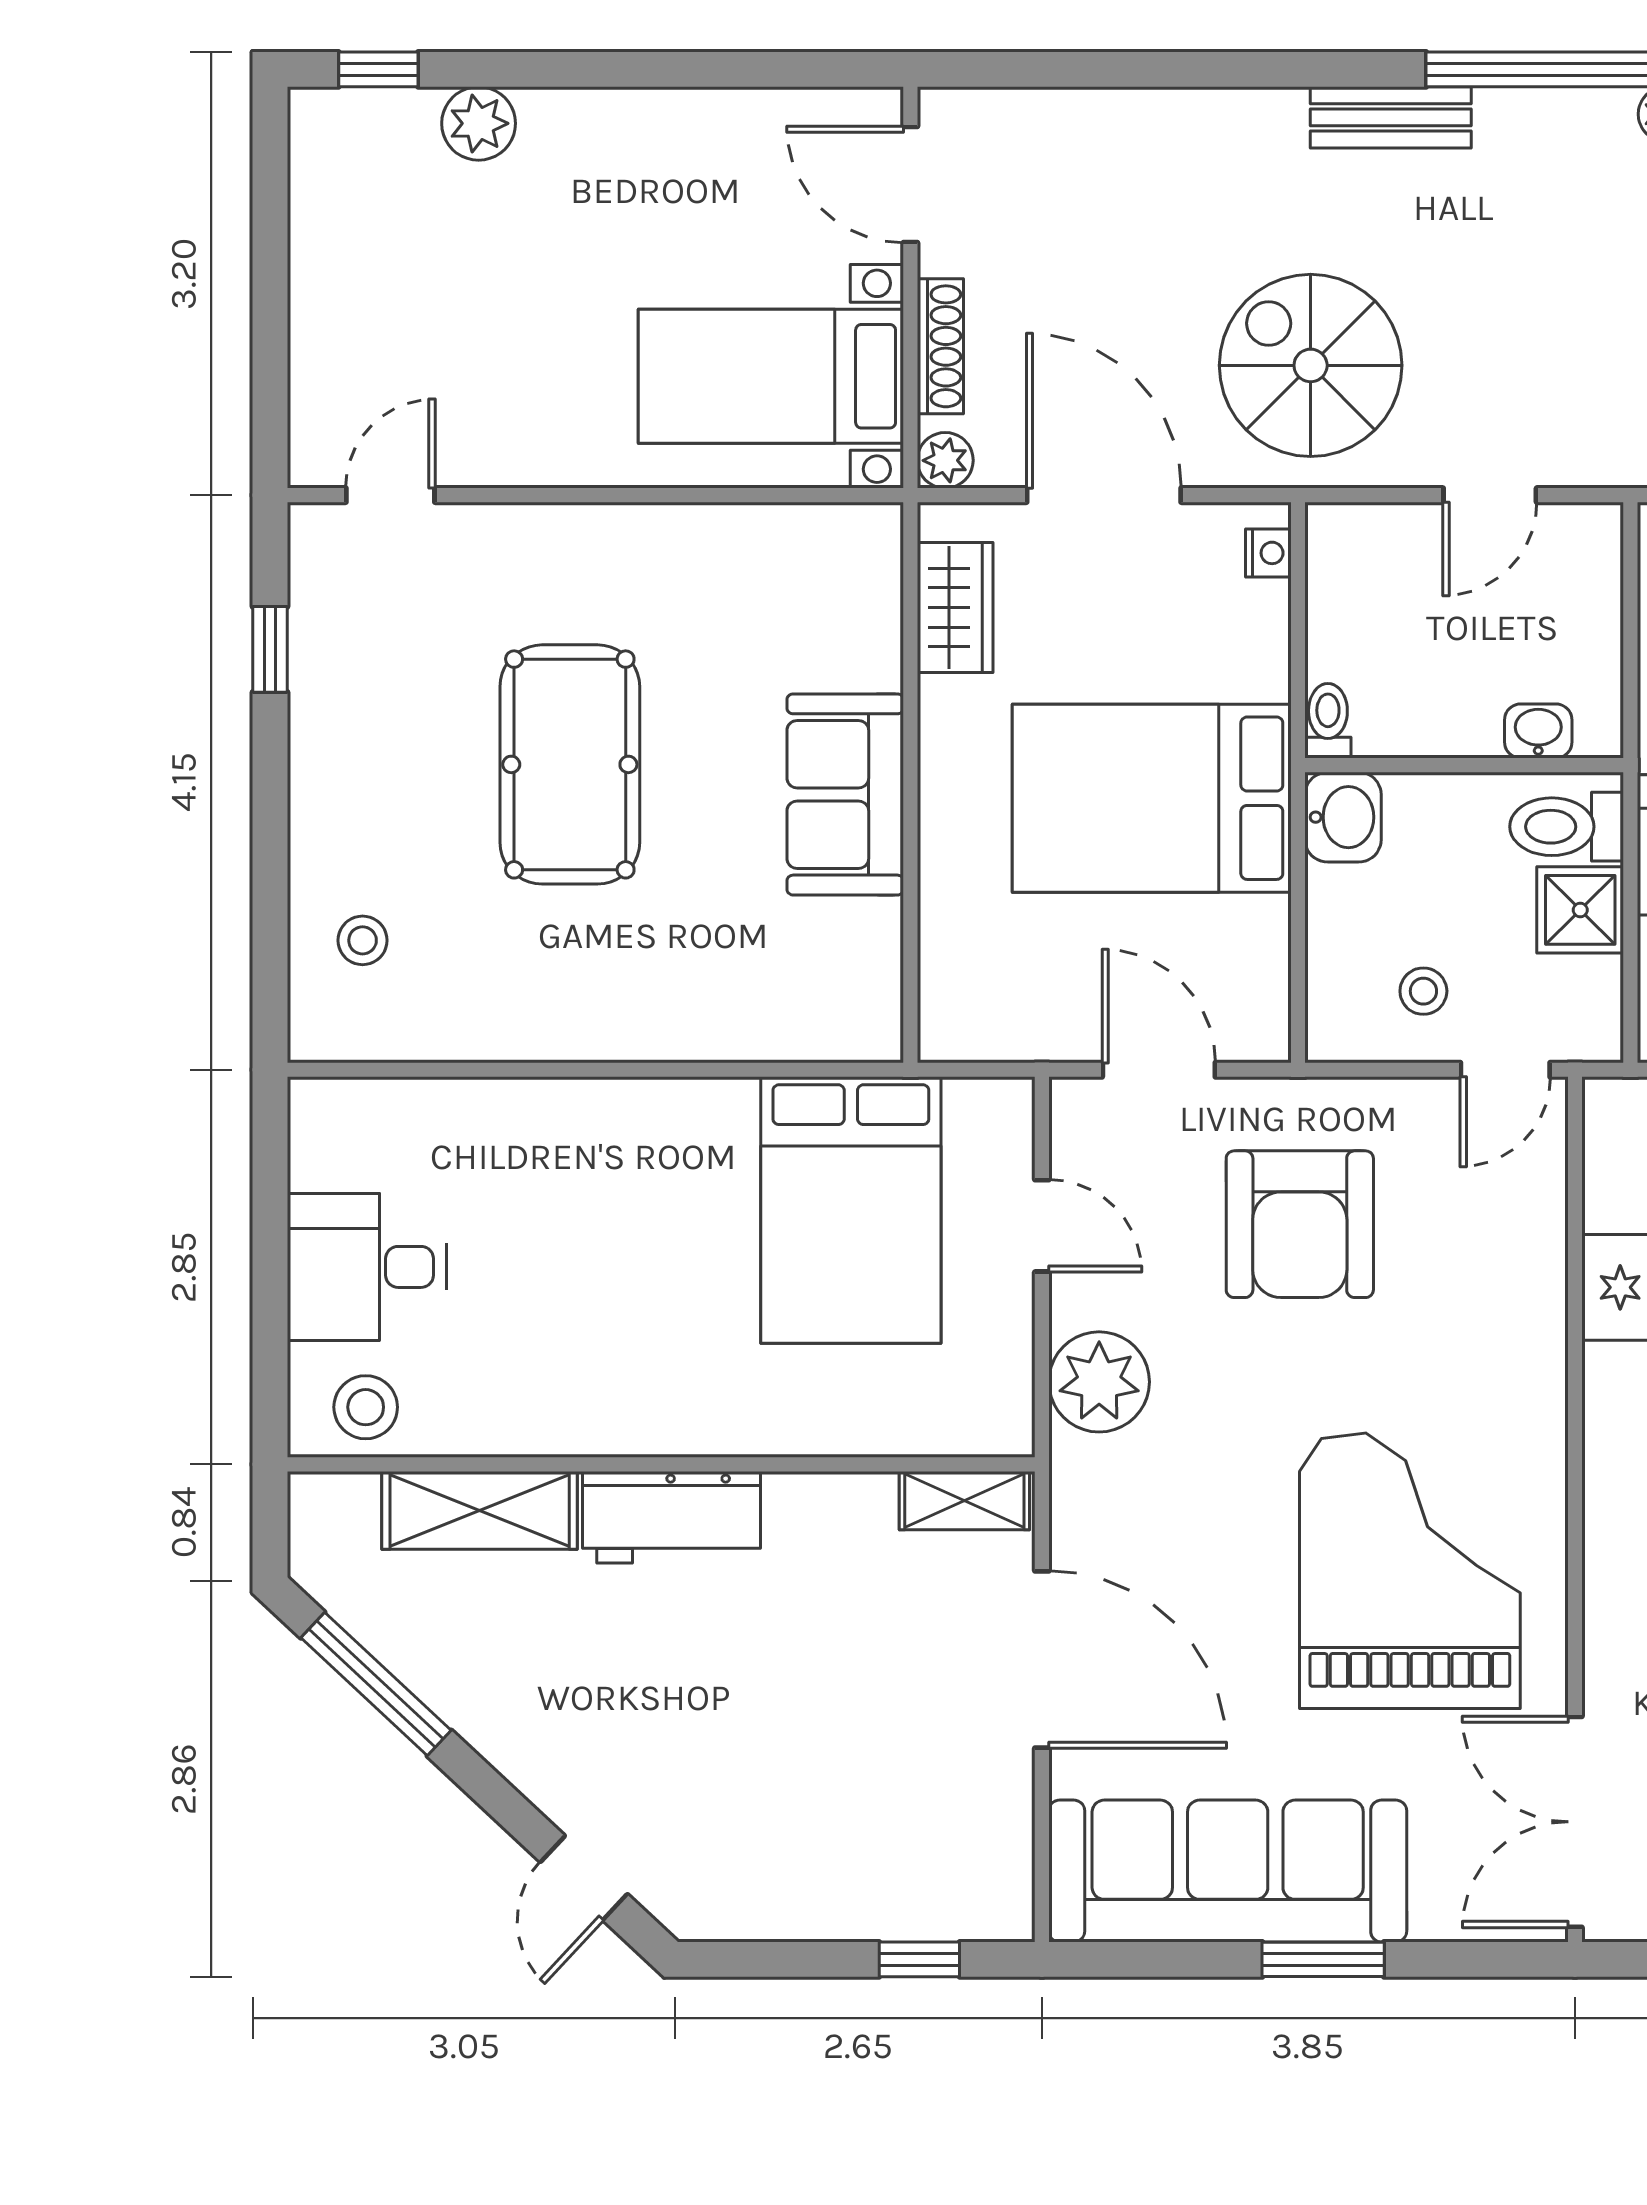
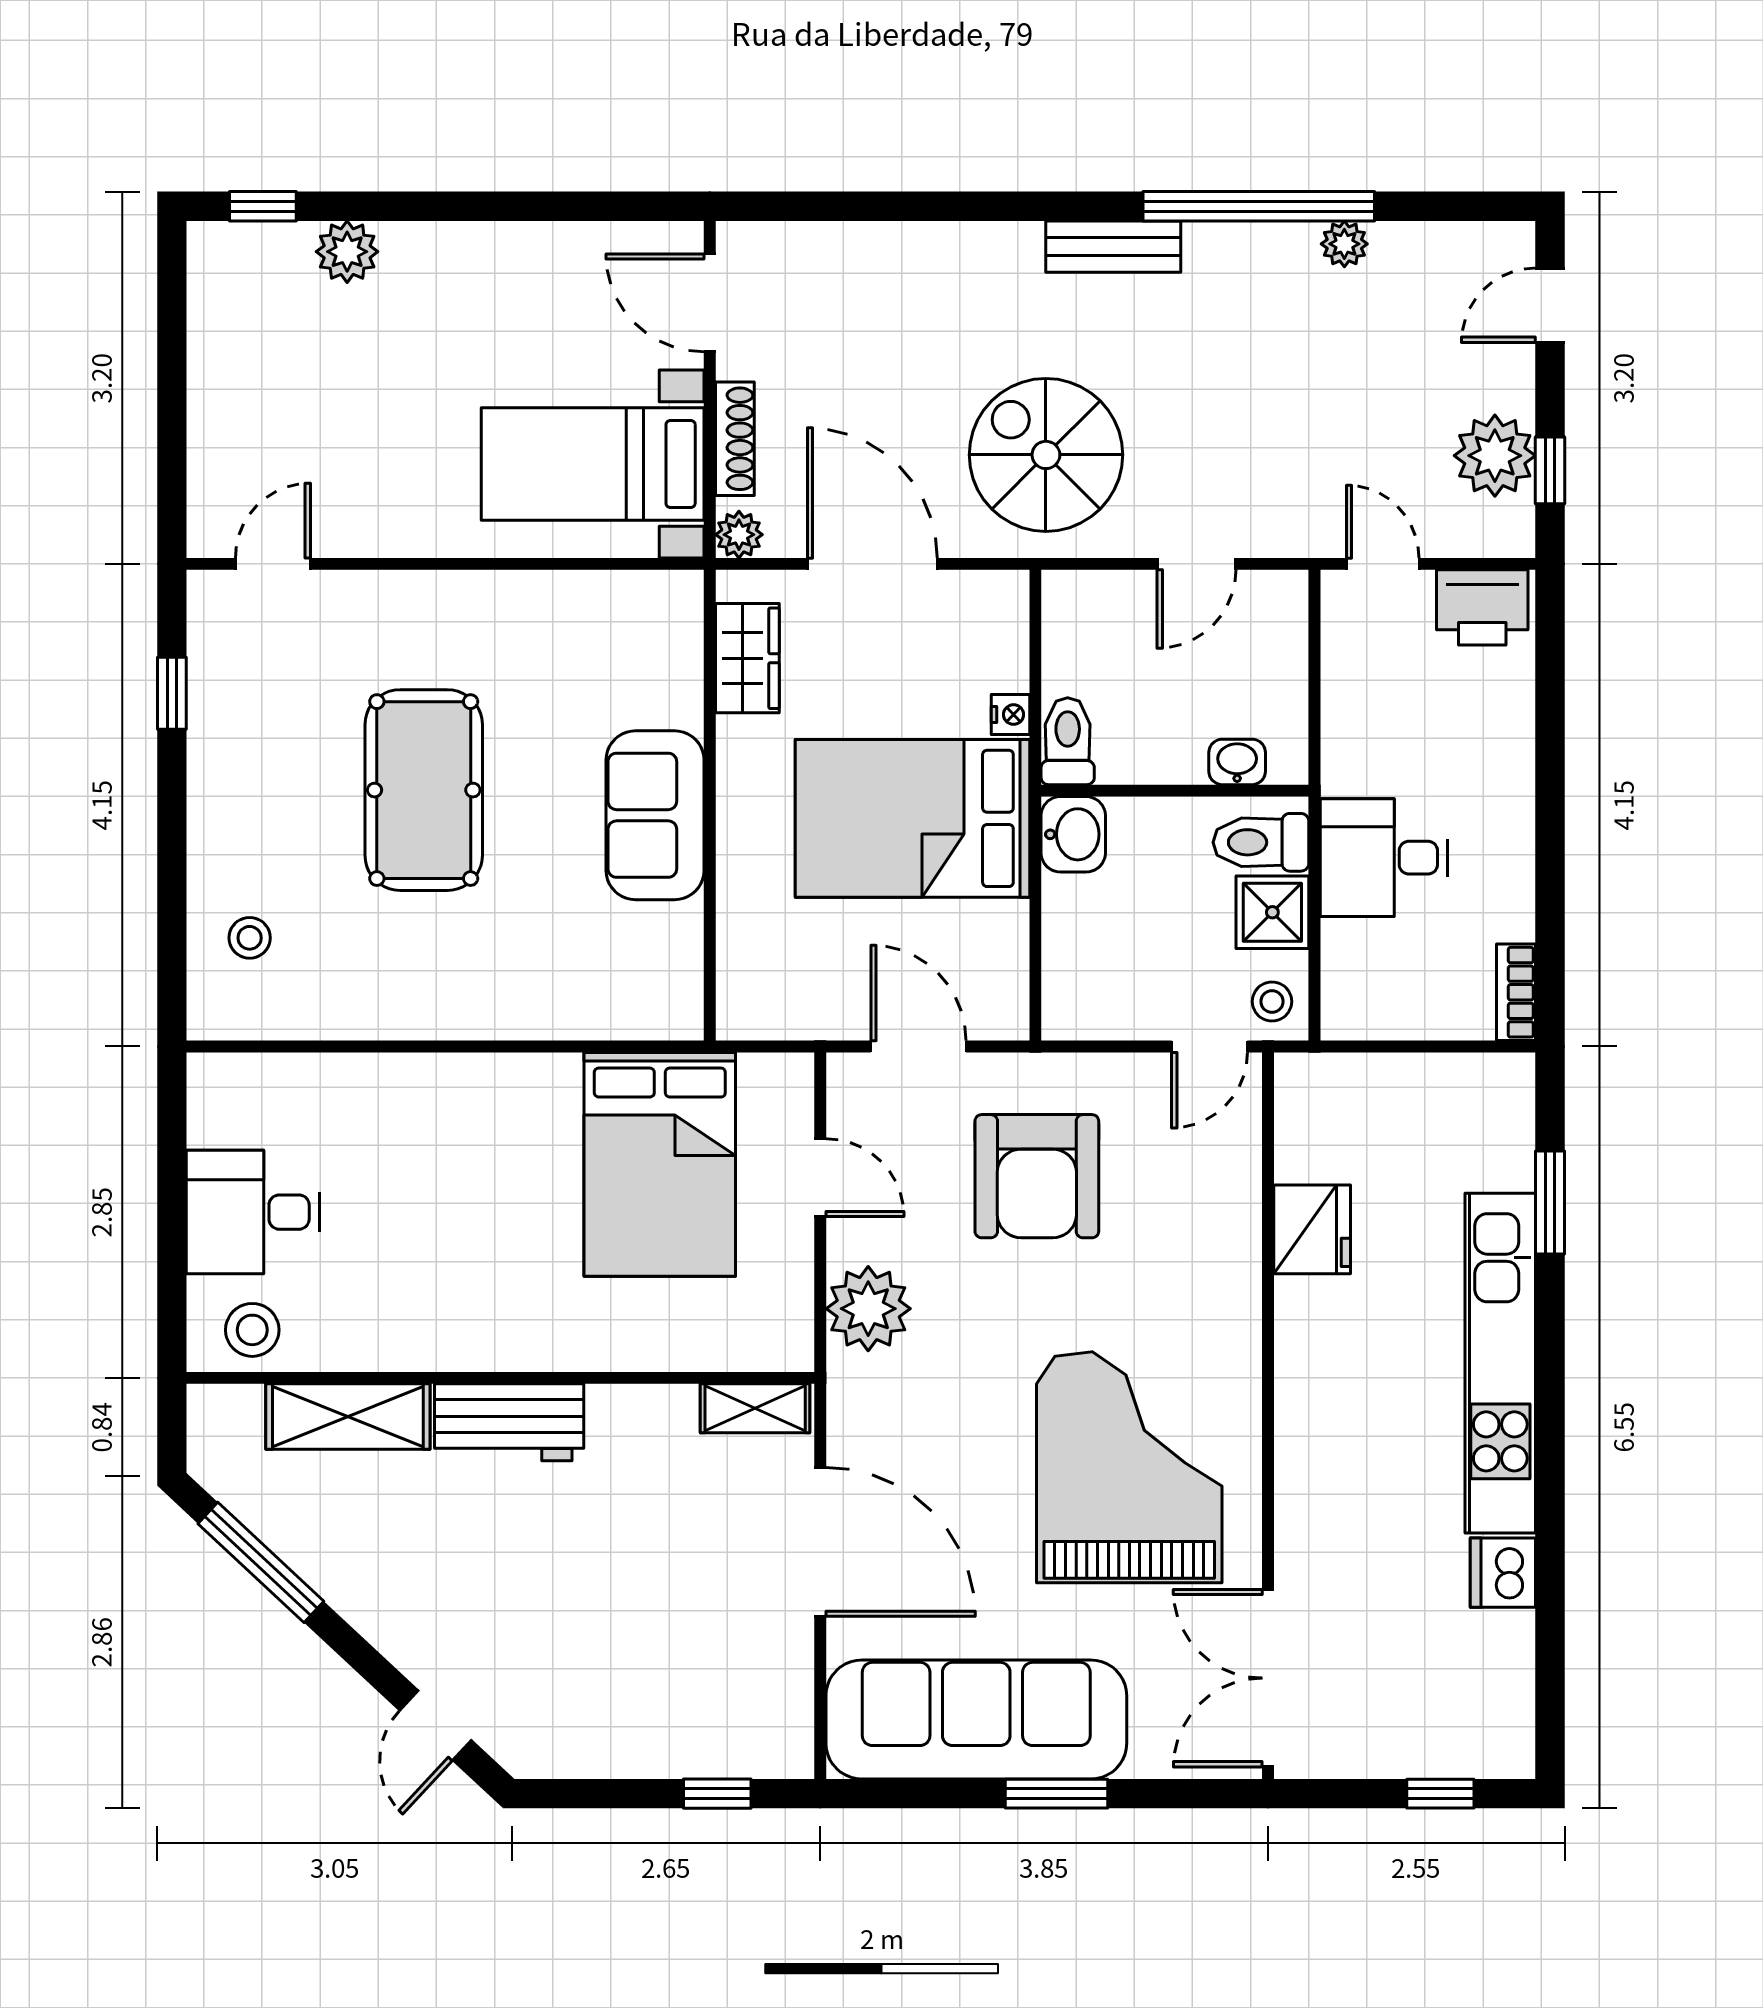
nightstand: (1268, 553) -> (1010, 715), moved
toilet: (1328, 721) -> (1068, 741), width x1.37, depth x1.39
stool: (1423, 991) -> (1272, 1002), moved

